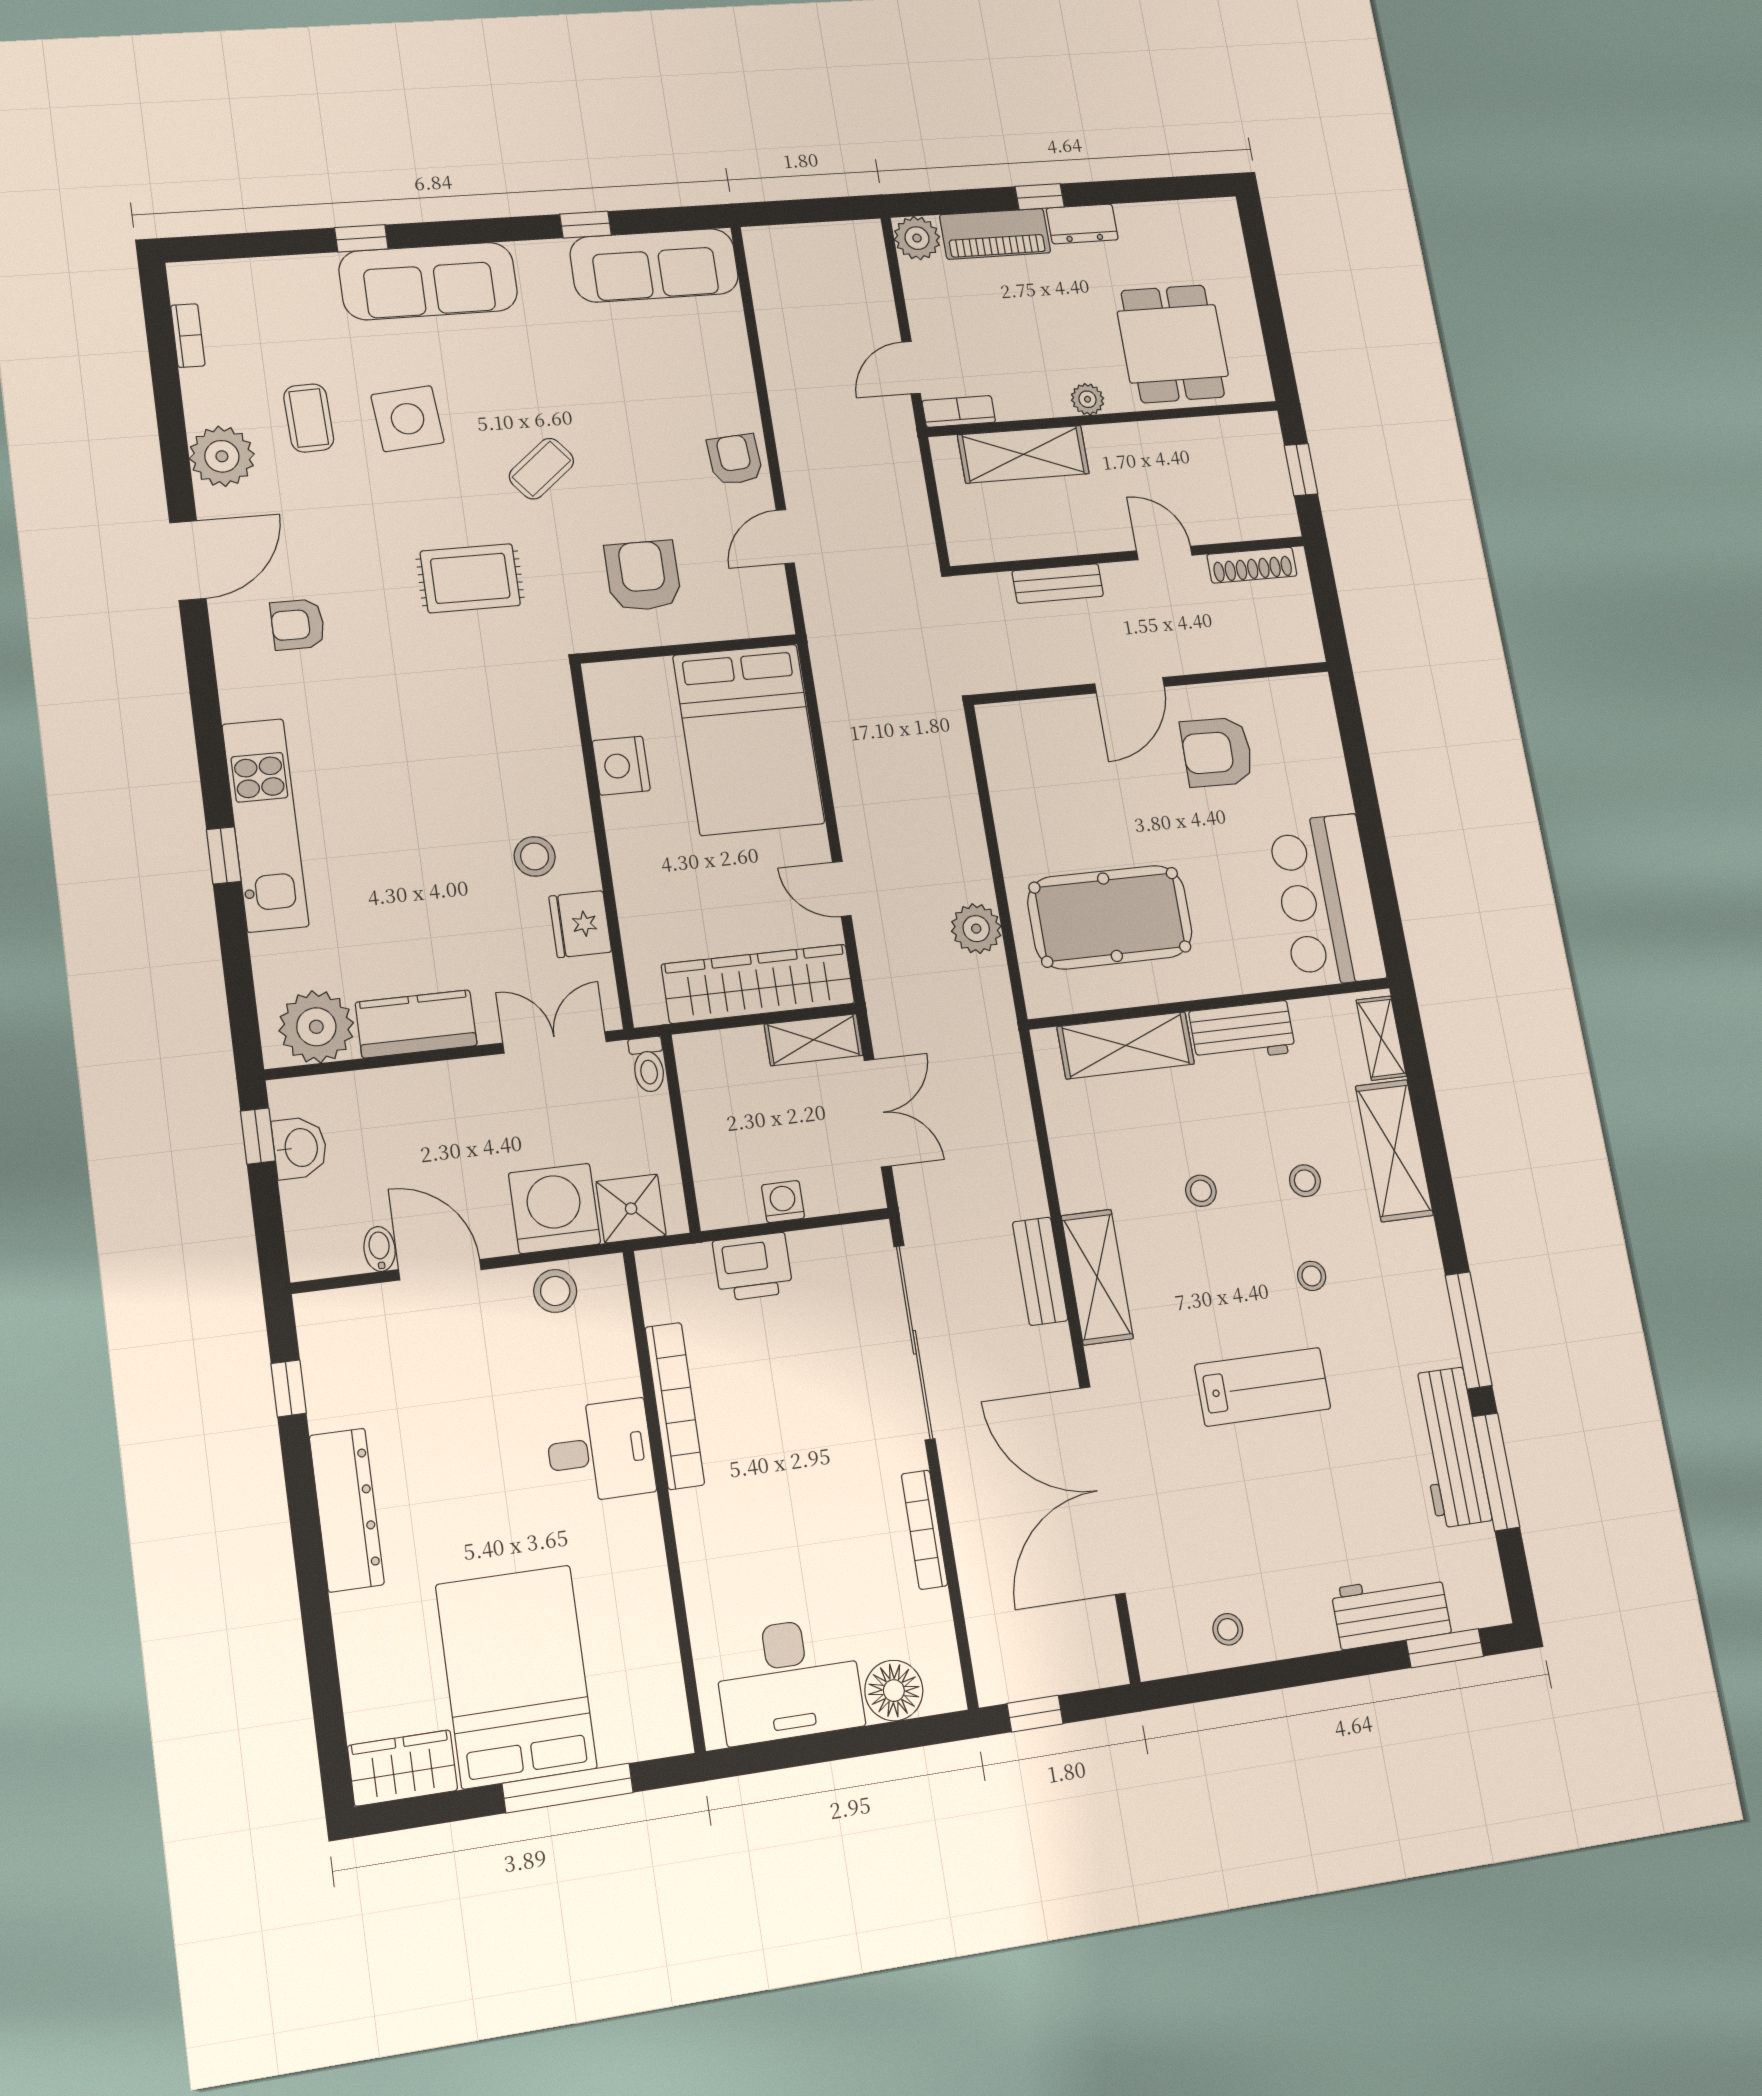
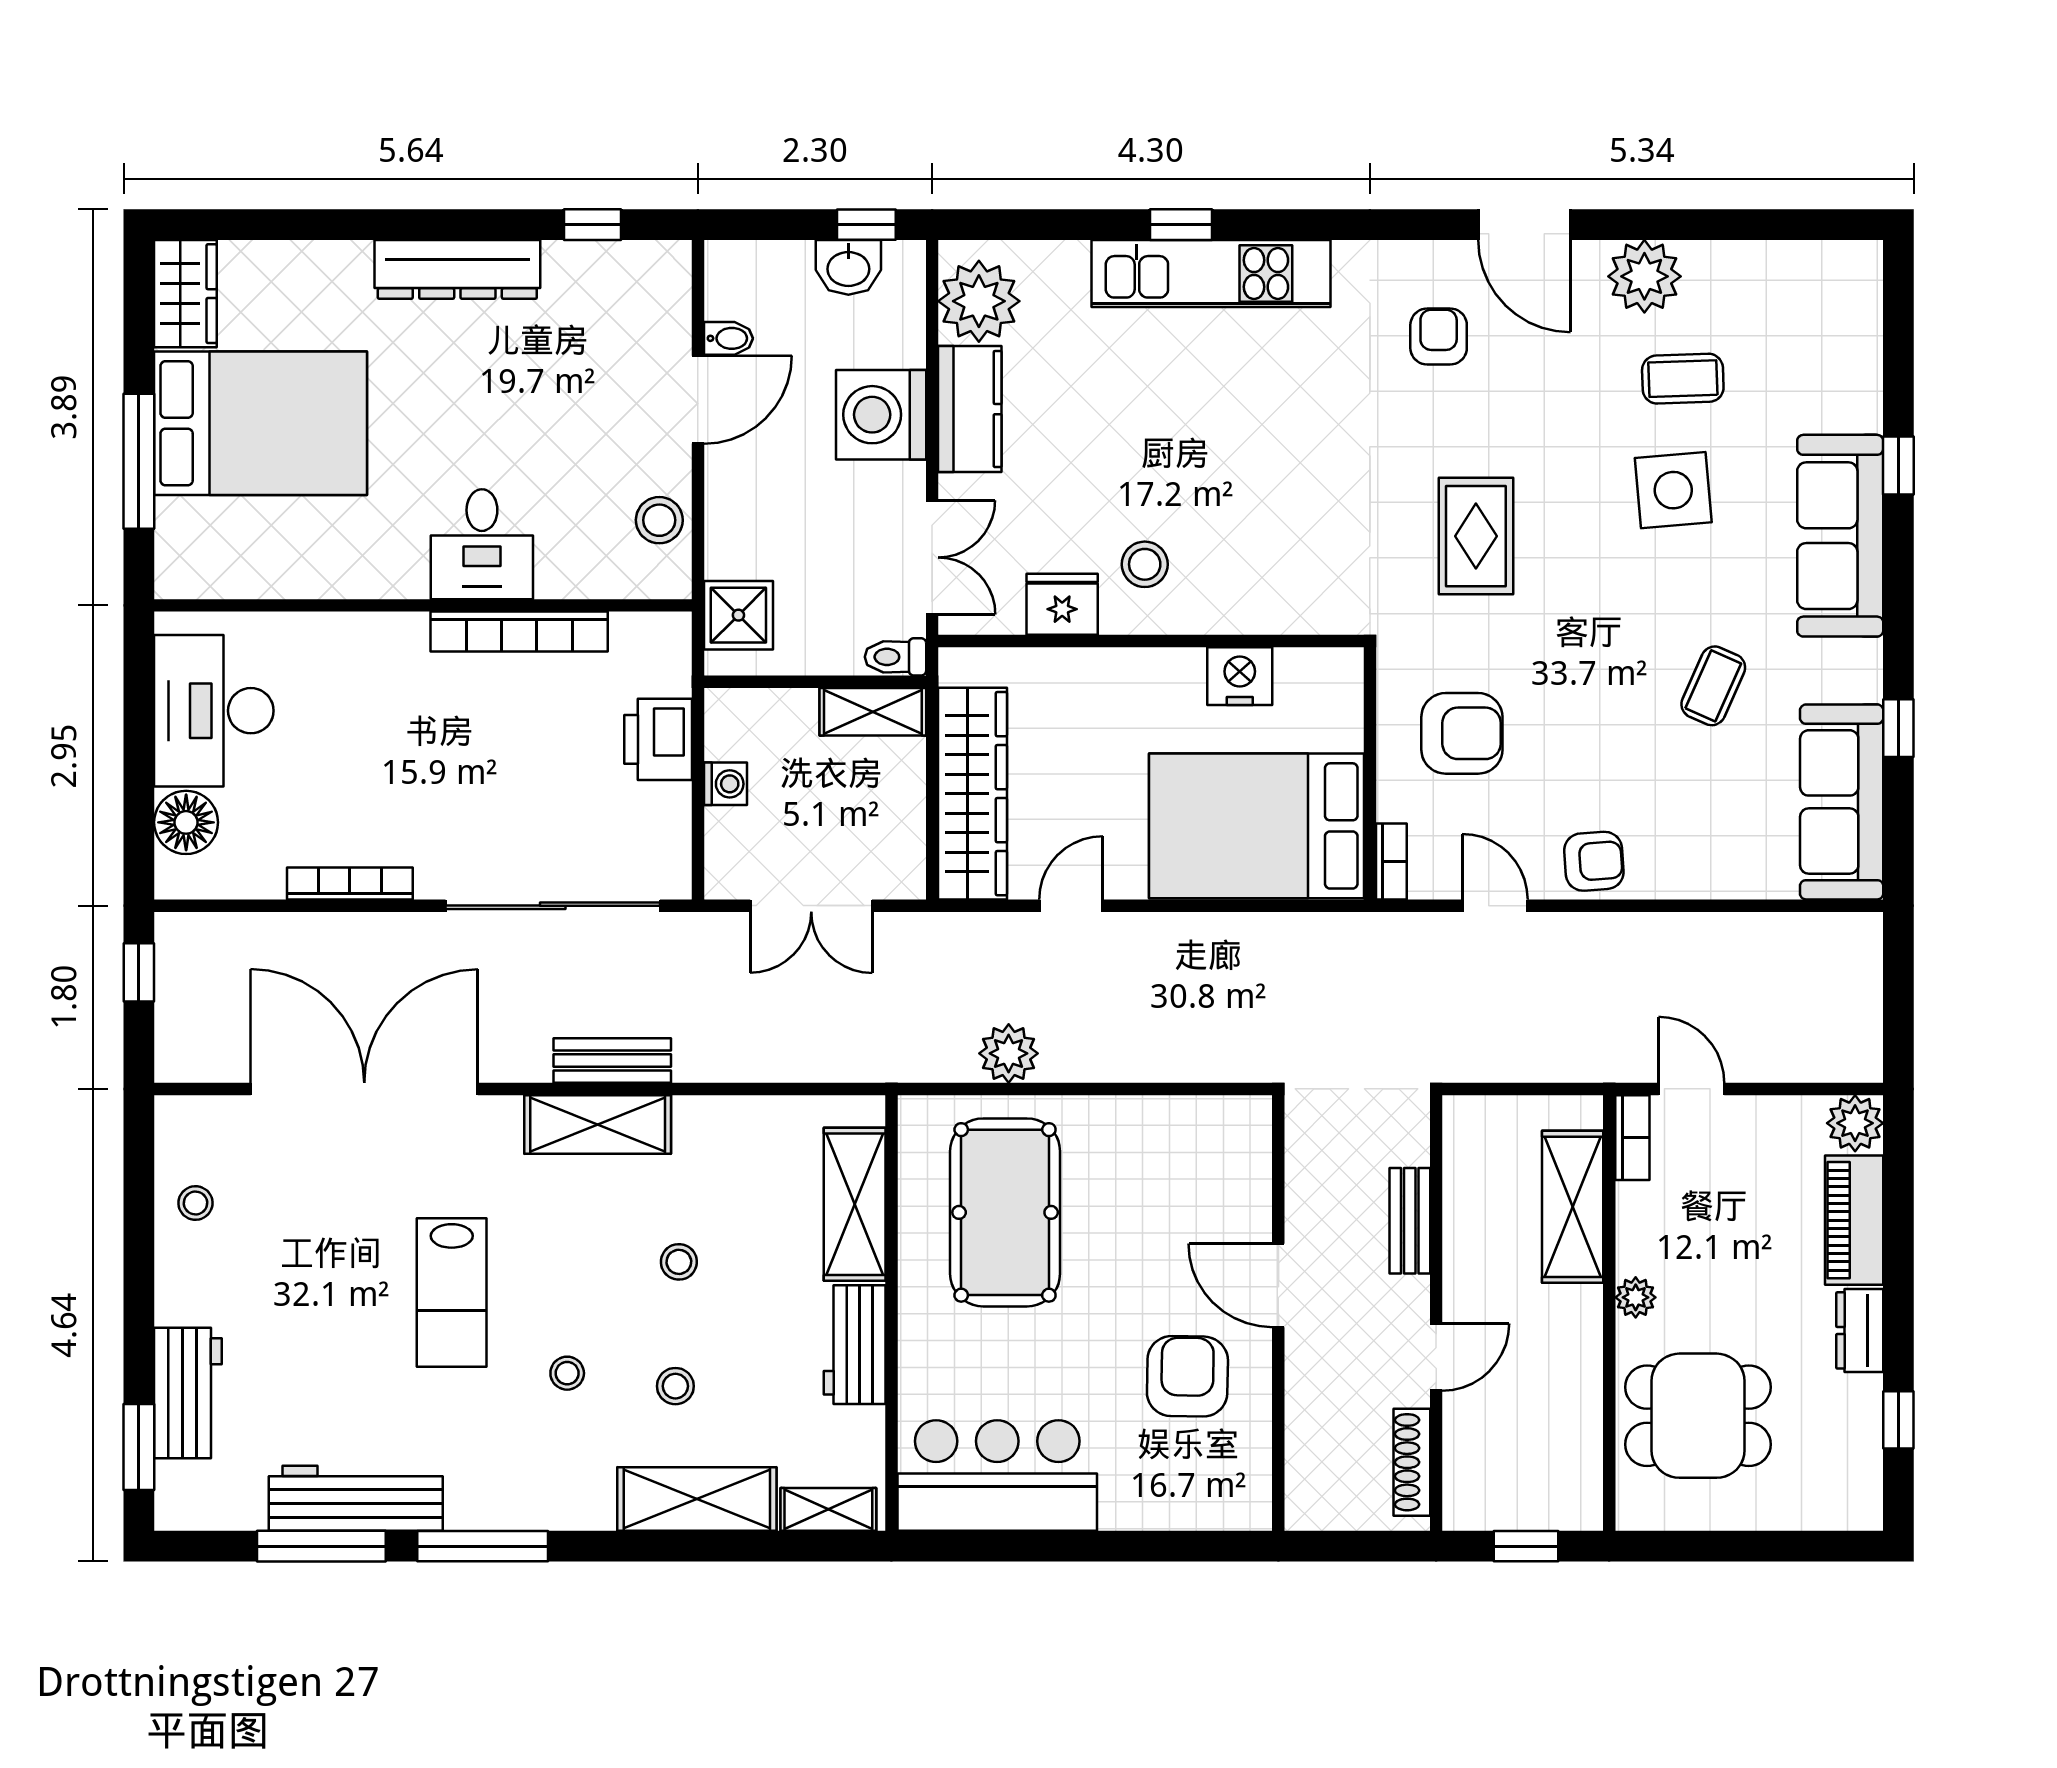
window: (1040, 197) -> (1898, 1420), moved
bookcase: (188, 336) -> (1391, 862), moved, turned -90
coffee table: (541, 469) -> (1713, 686), moved, turned 63
shelving: (814, 1040) -> (873, 712), moved, turned 90
washing machine: (554, 1208) -> (881, 415), moved, turned 180

